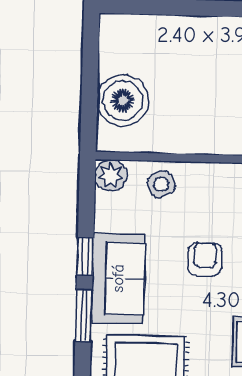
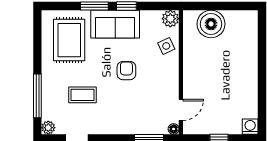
armchair: (205, 259) -> (126, 71), turned -90

